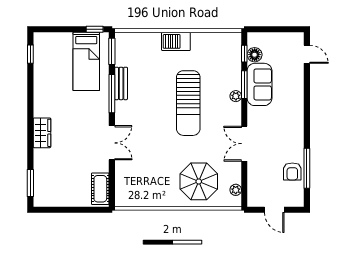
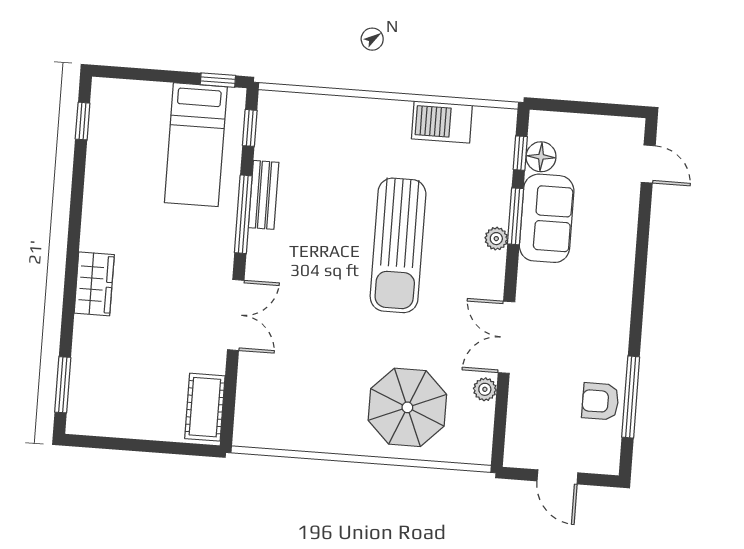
barbecue: (176, 41) -> (442, 122), moved
window: (112, 51) -> (250, 128), width x0.67
armchair: (292, 171) -> (600, 401), turned 90
plant: (236, 190) -> (485, 389), moved

